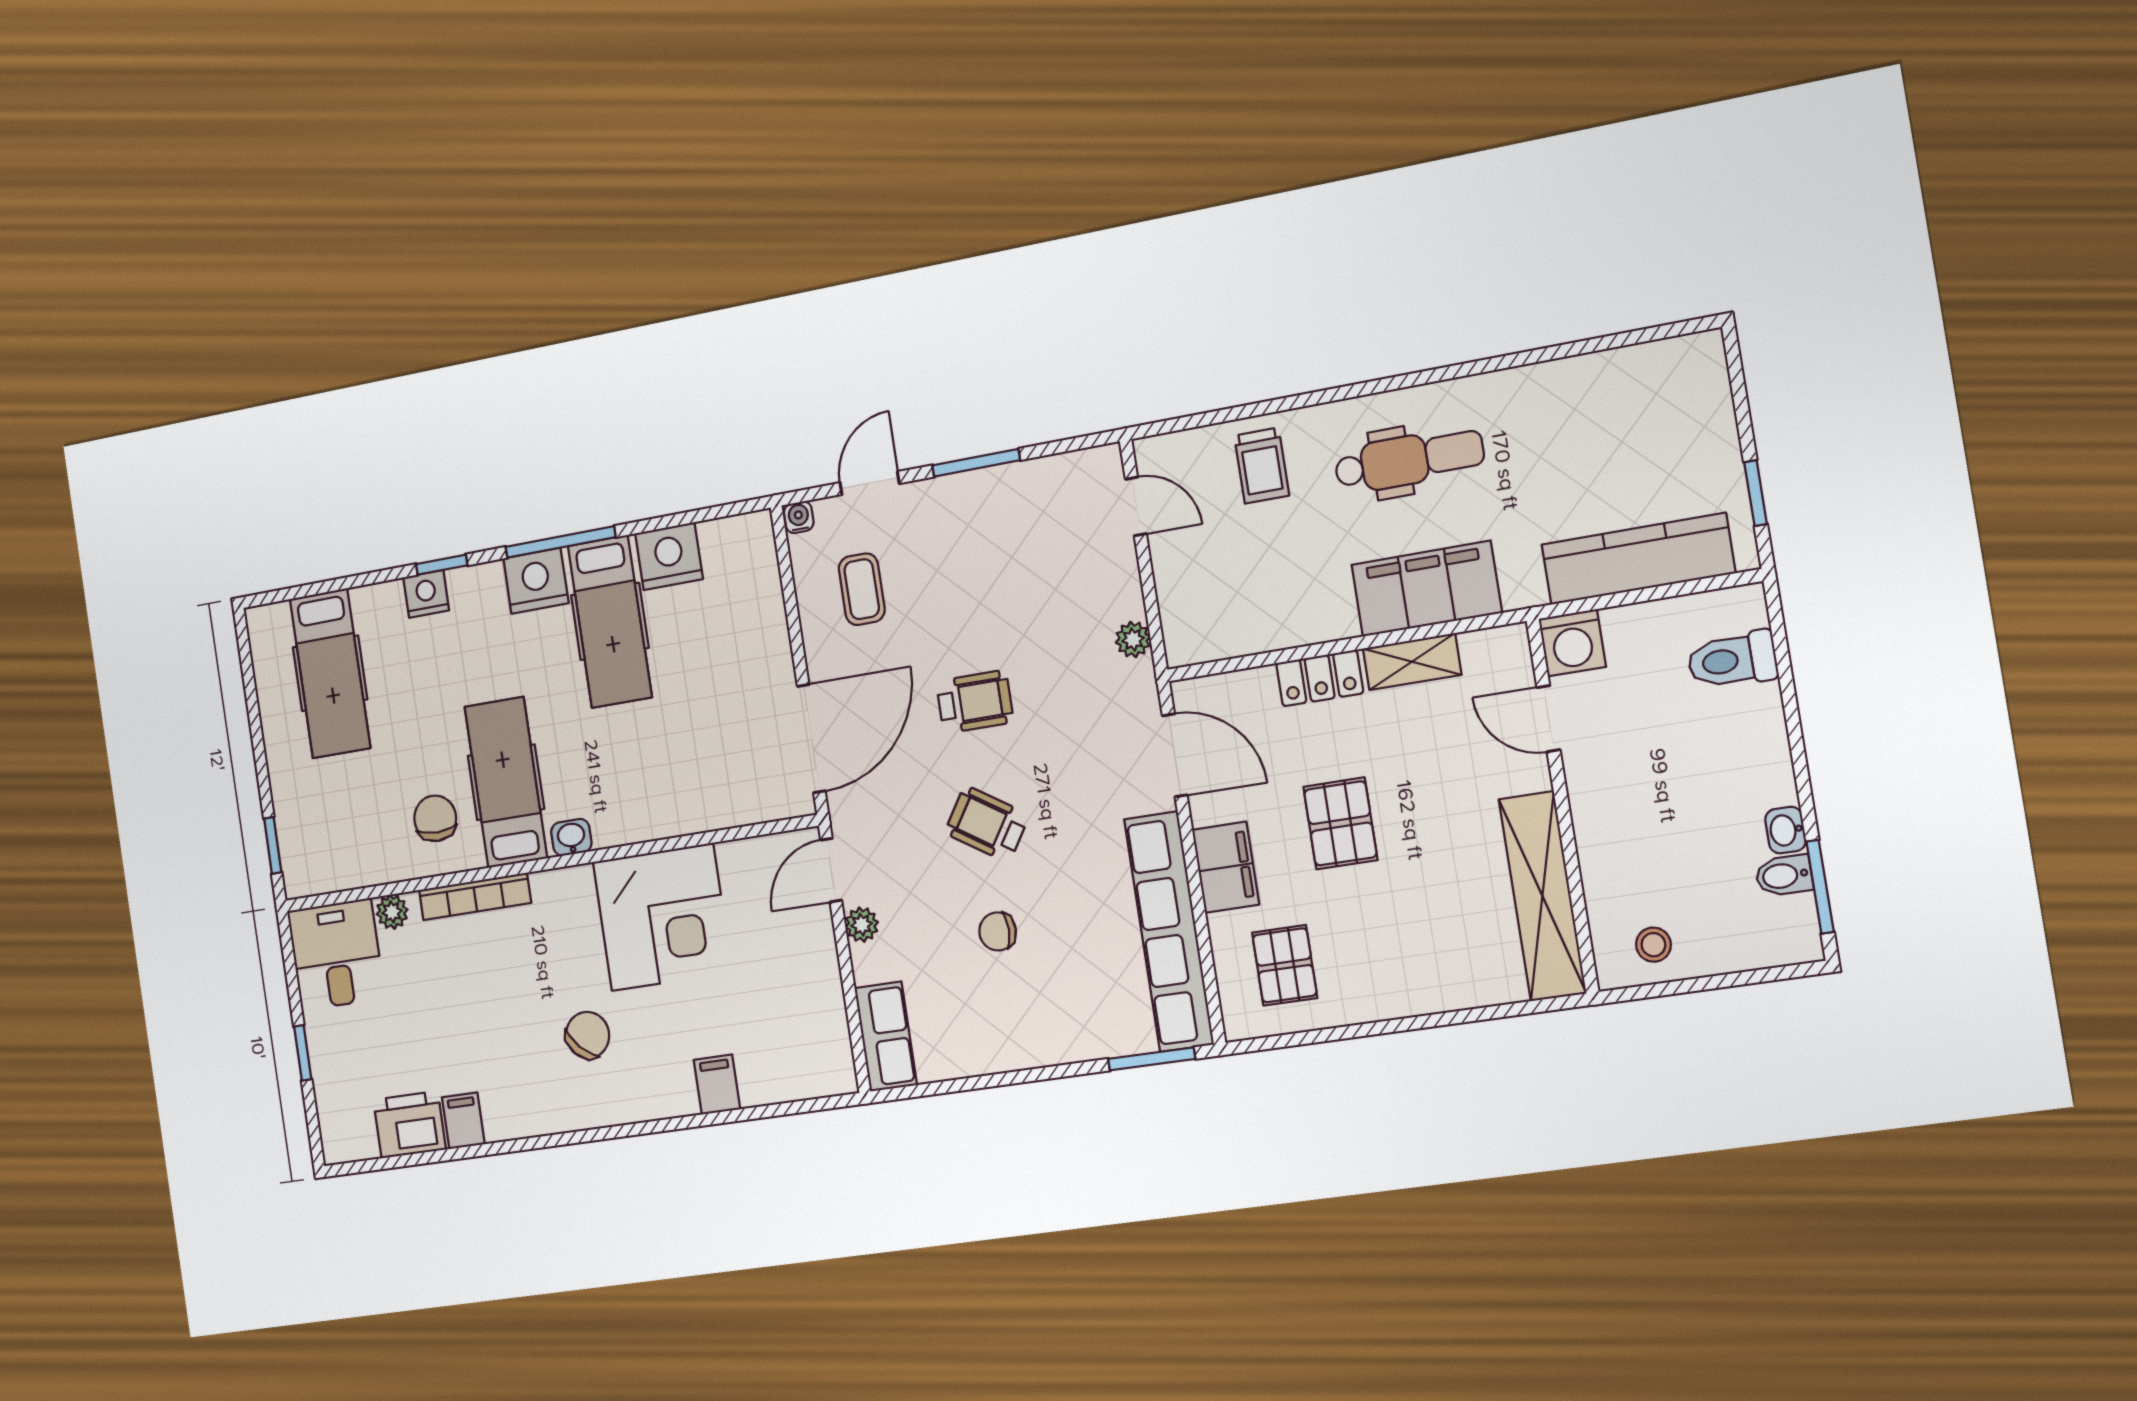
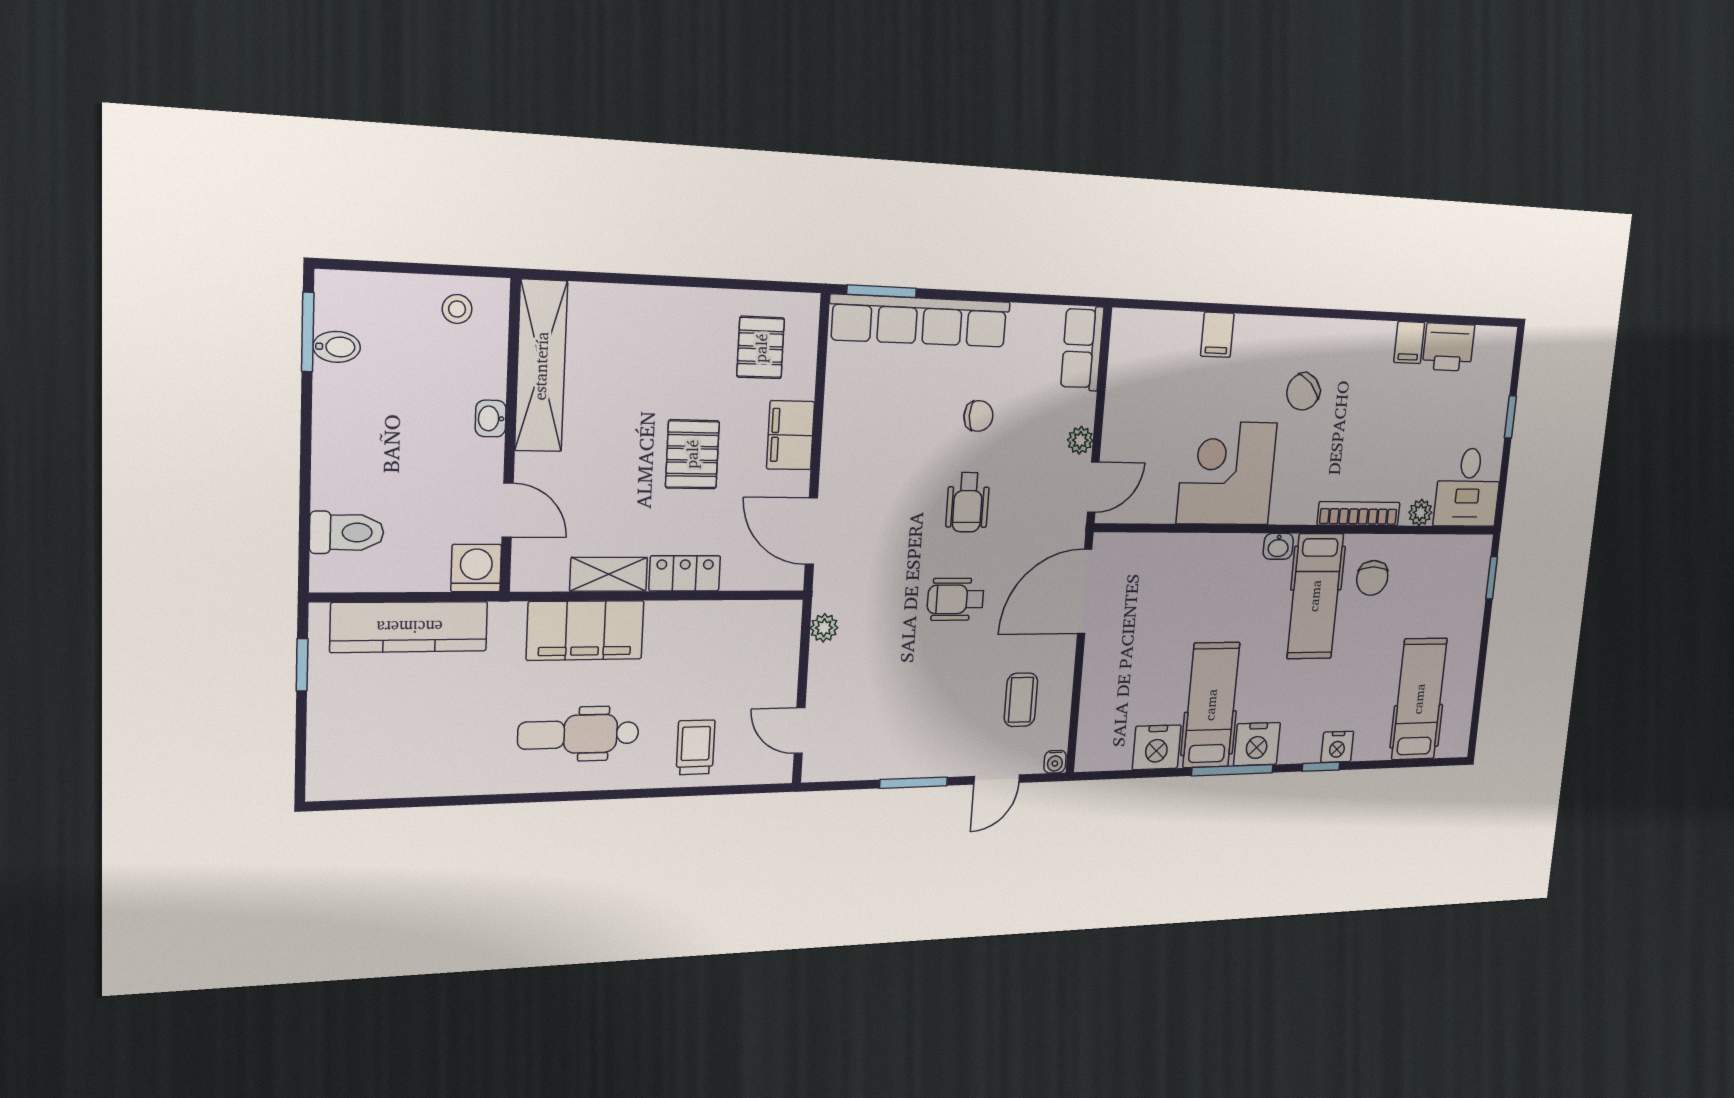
wheelchair: (987, 824) -> (968, 502), turned 57
washbasin: (1786, 830) -> (491, 418), moved, turned 180
row of seats: (1169, 932) -> (920, 321), moved, turned 90

